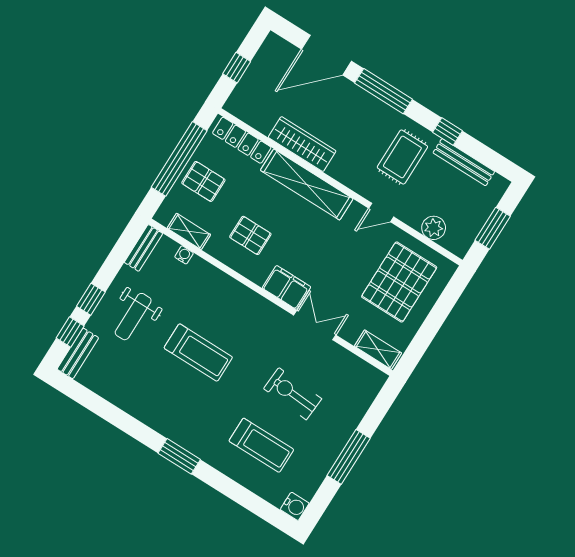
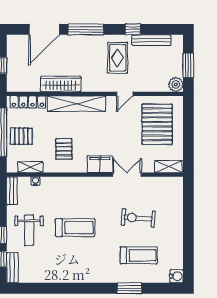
plant: (434, 228) -> (176, 85), moved
pallet: (250, 235) -> (64, 149), turned 90
window: (179, 456) -> (129, 288), moved
window: (349, 457) -> (188, 233), removed

